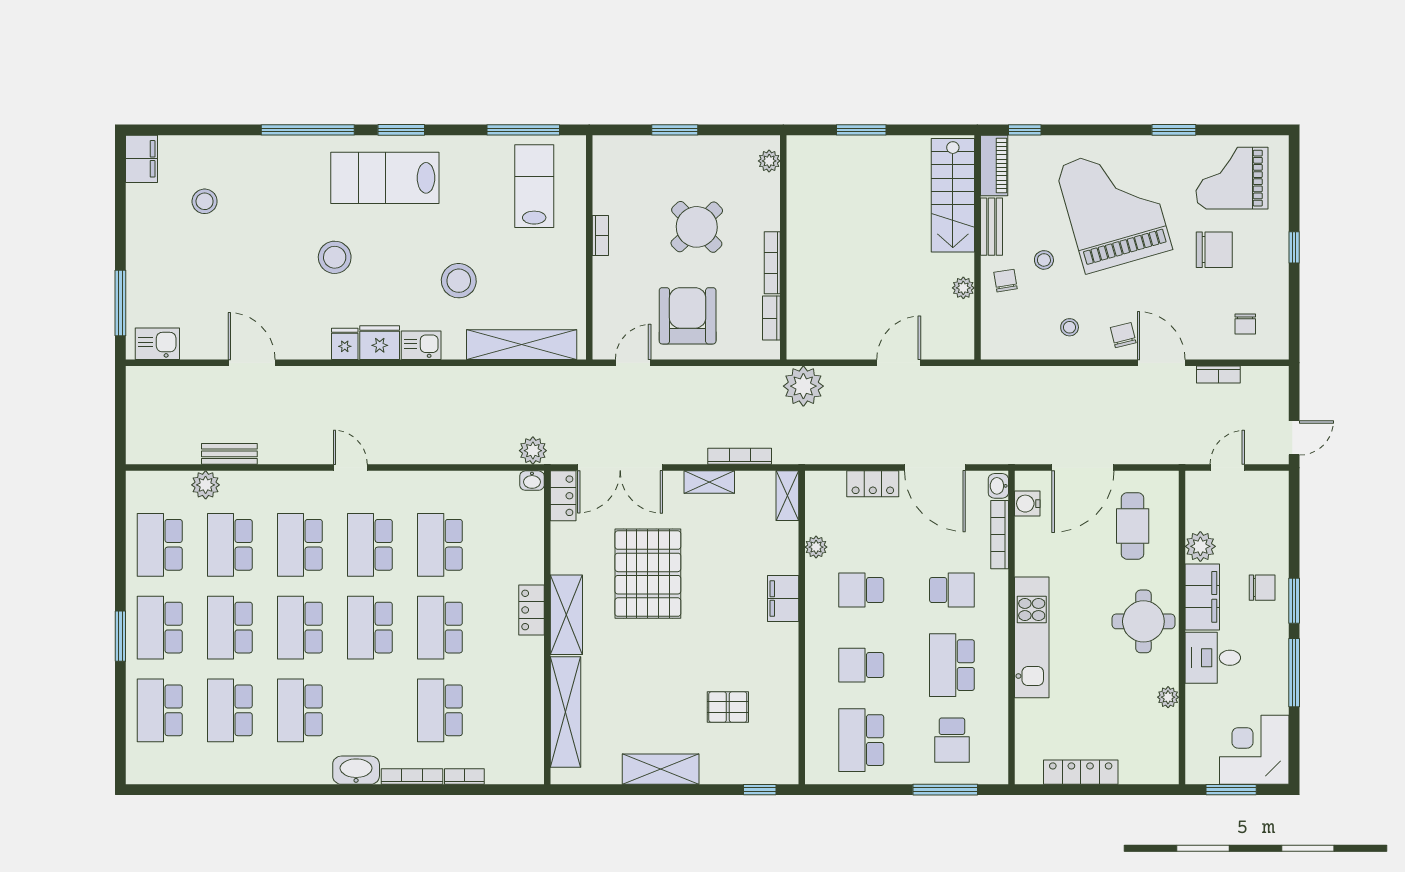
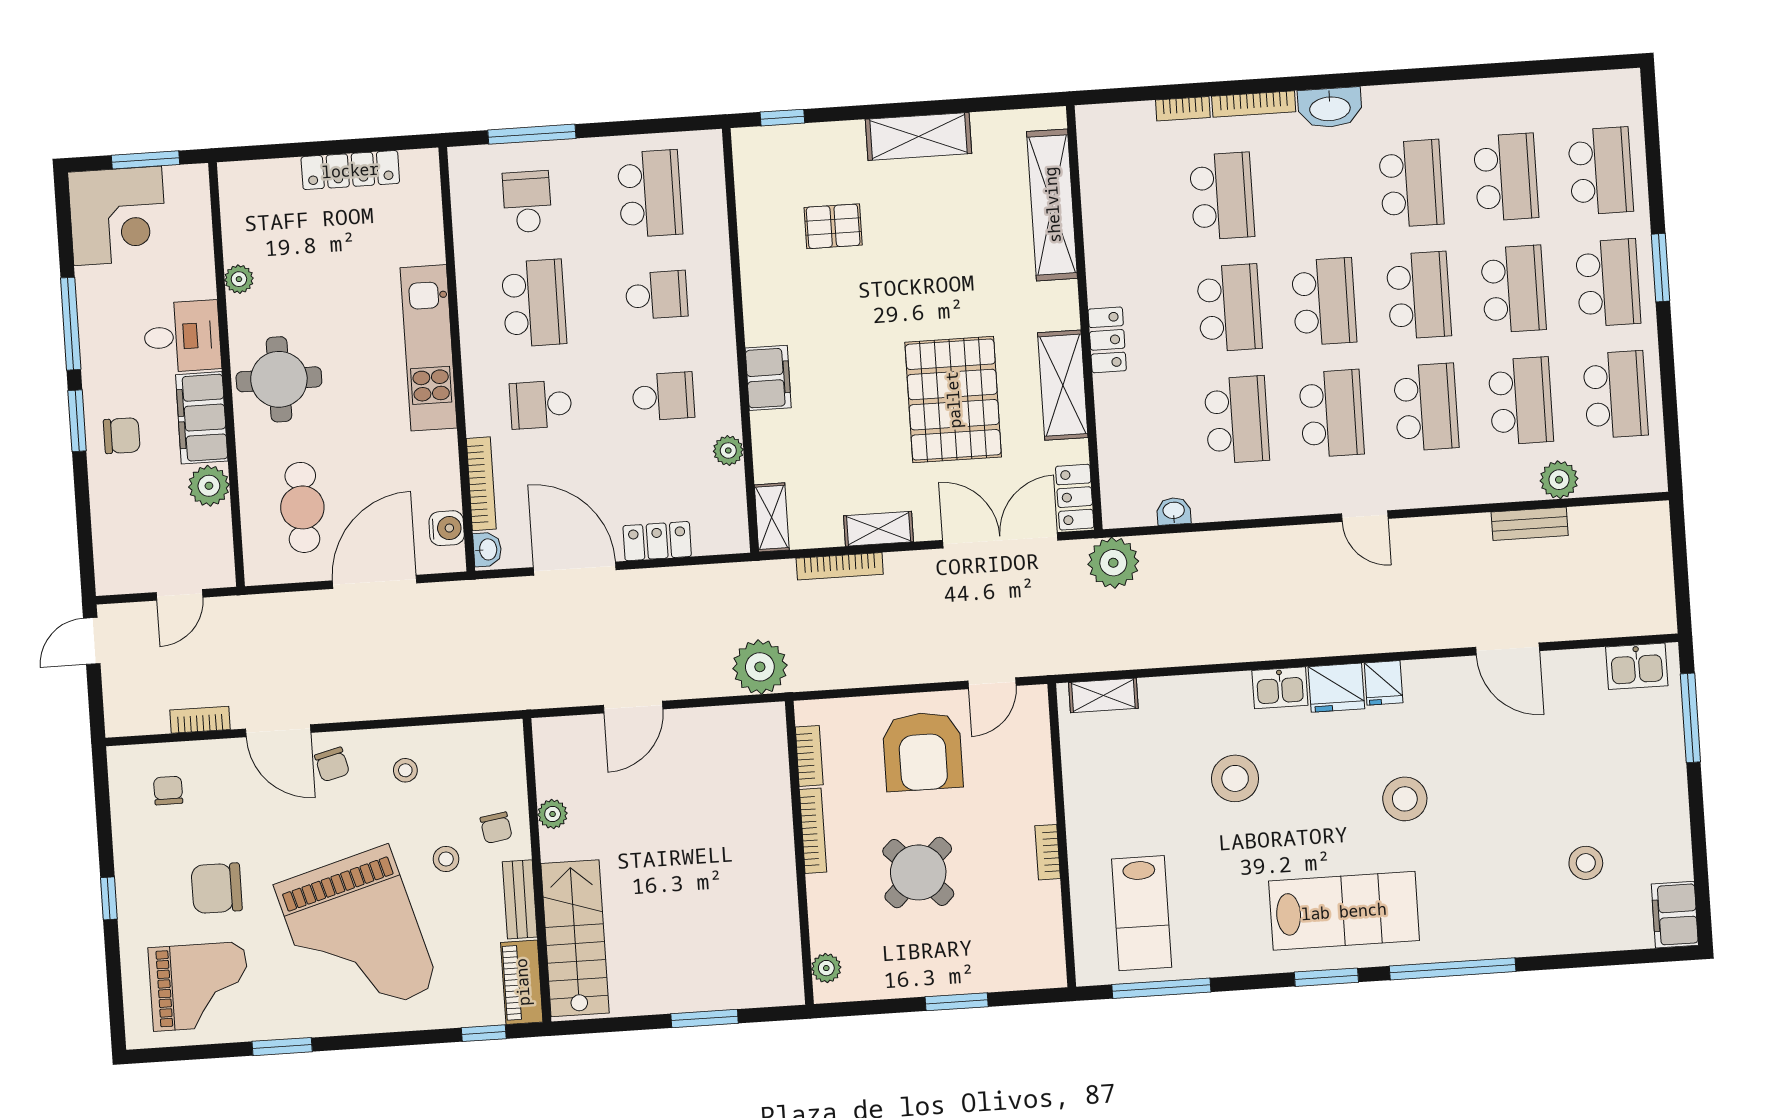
shelving: (522, 345) -> (1103, 695), width x0.45, depth x0.75
plant: (533, 451) -> (1113, 563), width x1.36, depth x1.36
washbasin: (532, 481) -> (1174, 511), moved
chair: (1262, 588) -> (122, 436), turned 180
shelving: (566, 615) -> (1063, 385), moved

